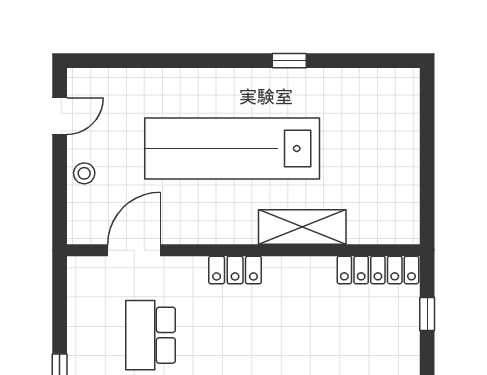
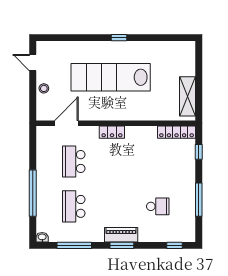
window: (289, 61) -> (119, 38), moved
door: (60, 116) -> (33, 63), swing flipped
shelving: (302, 227) -> (188, 96), moved, turned 90

